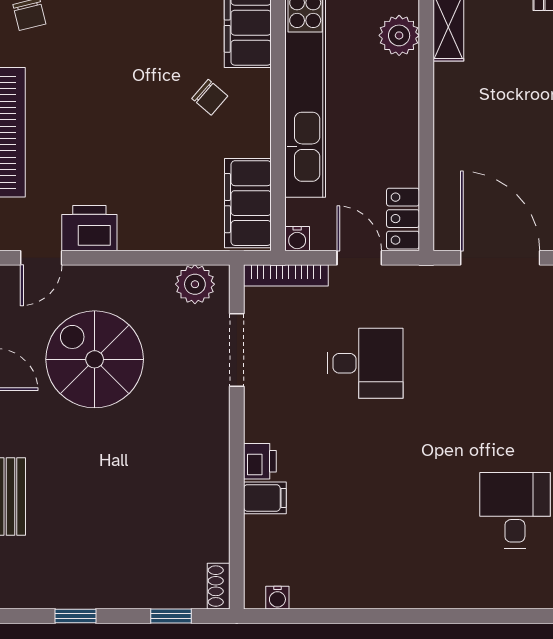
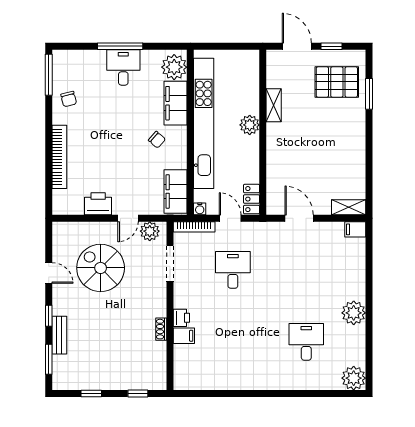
plant: (399, 35) -> (250, 125), moved
door: (41, 258) -> (128, 218), moved
door: (500, 258) -> (299, 218), width x0.73
desk: (365, 363) -> (233, 270), turned -90
shoe rack: (219, 586) -> (161, 329), moved
water cooler: (277, 598) -> (190, 384), removed

